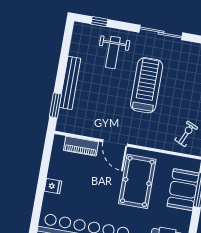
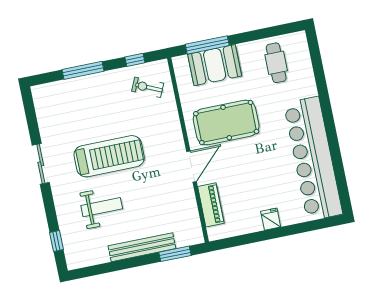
sliding door: (161, 33) -> (41, 164), width x0.73
weight bench: (113, 53) -> (102, 207), moved
treadmill: (147, 85) -> (109, 156), turned 180

